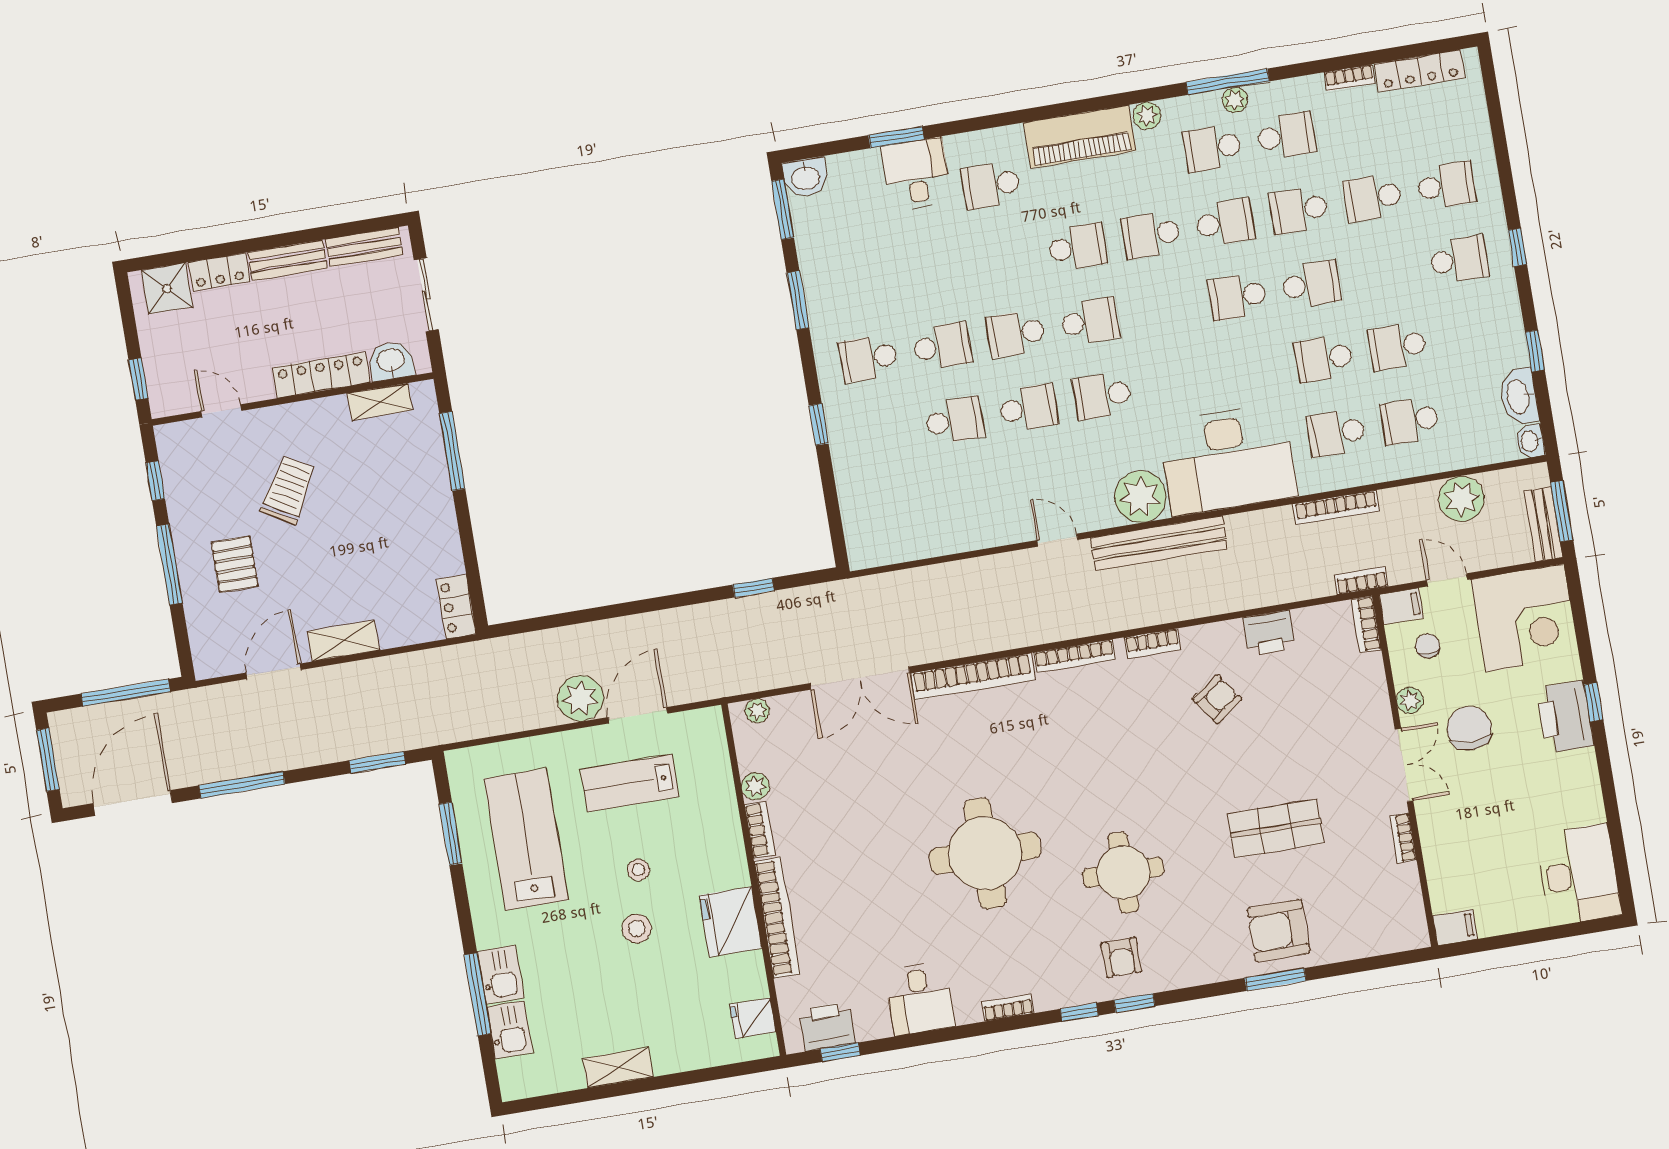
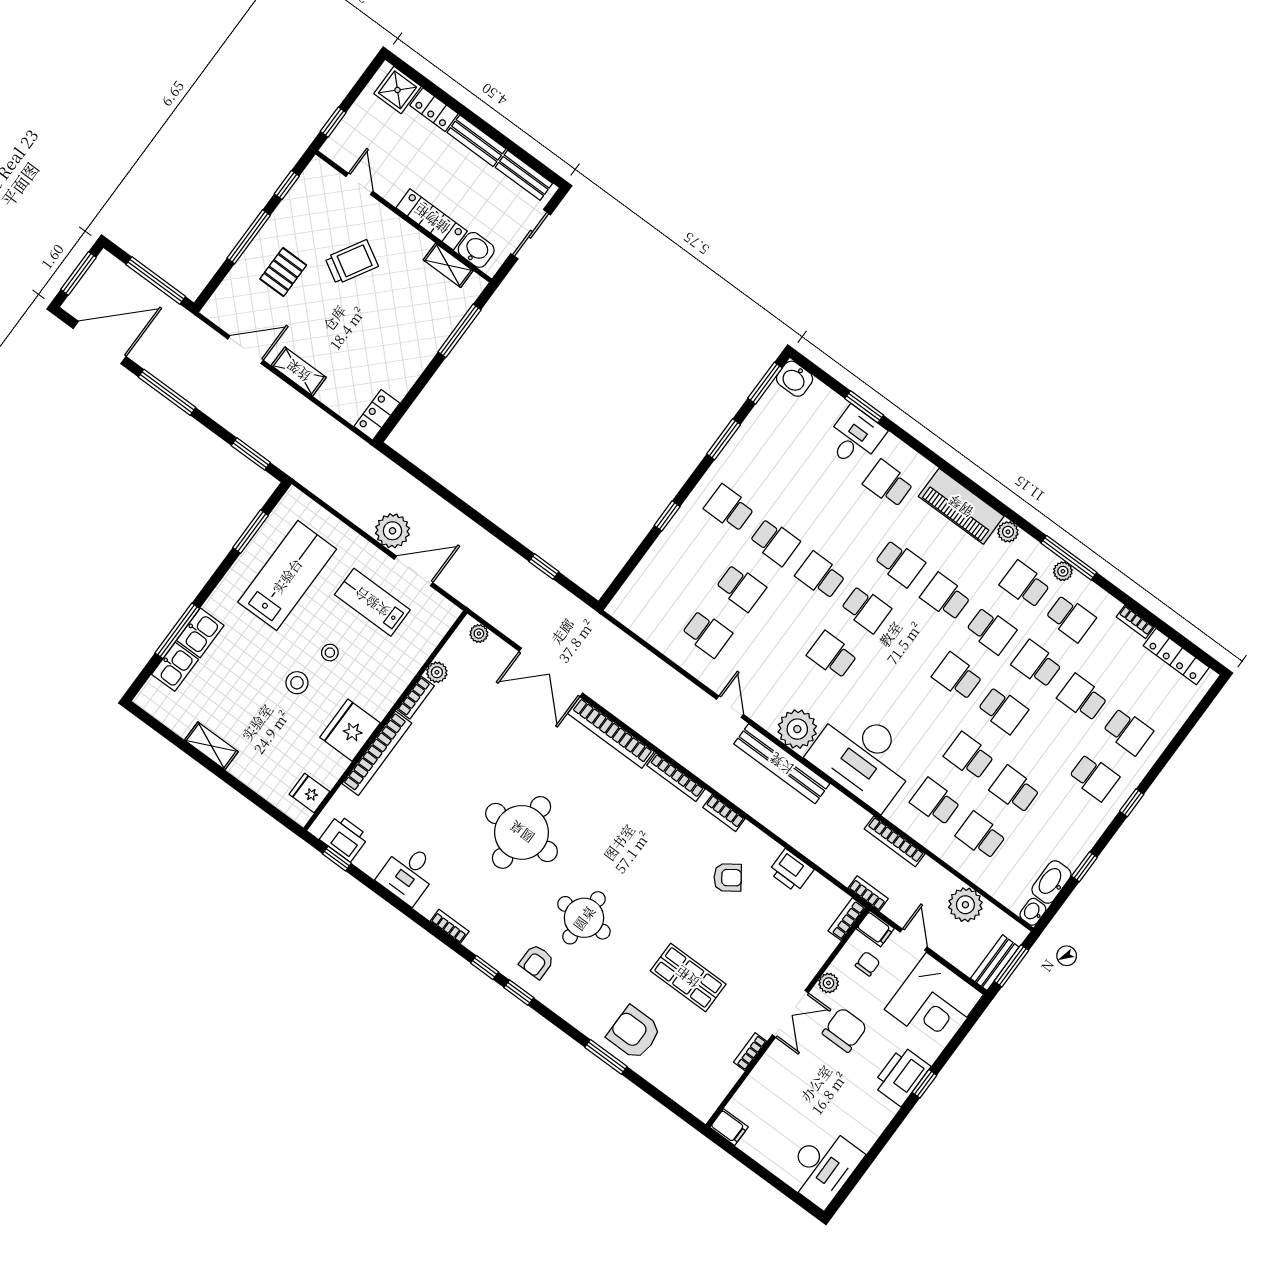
school desk: (1028, 408) -> (707, 634), moved

